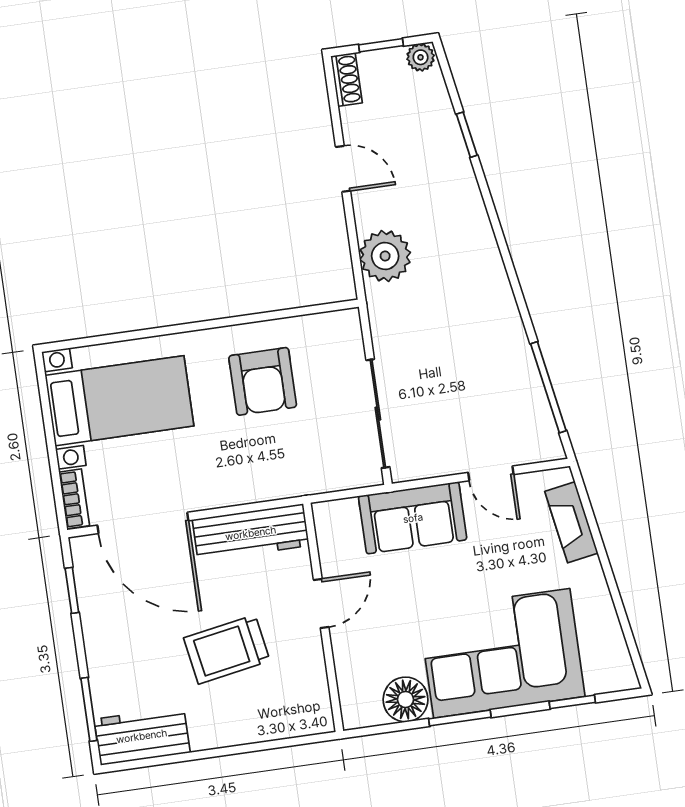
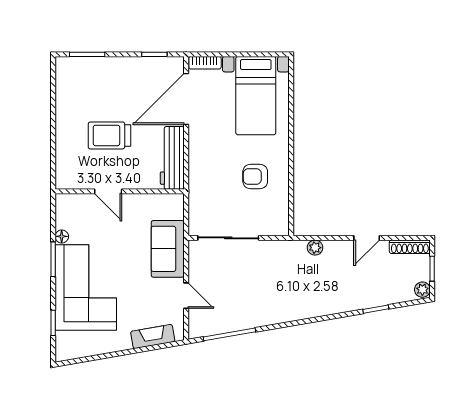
shoe rack: (346, 79) -> (410, 247), width x1.43
plant: (385, 256) -> (315, 248), width x0.53, depth x0.53
armchair: (263, 381) -> (255, 177), width x0.72, depth x0.72
door: (491, 473) -> (186, 296), swing flipped
door: (321, 604) -> (108, 191), moved
trolley: (227, 649) -> (109, 135), turned -80
floor lamp: (406, 699) -> (62, 236), width x0.53, depth x0.53
workbench: (142, 736) -> (68, 82), removed

